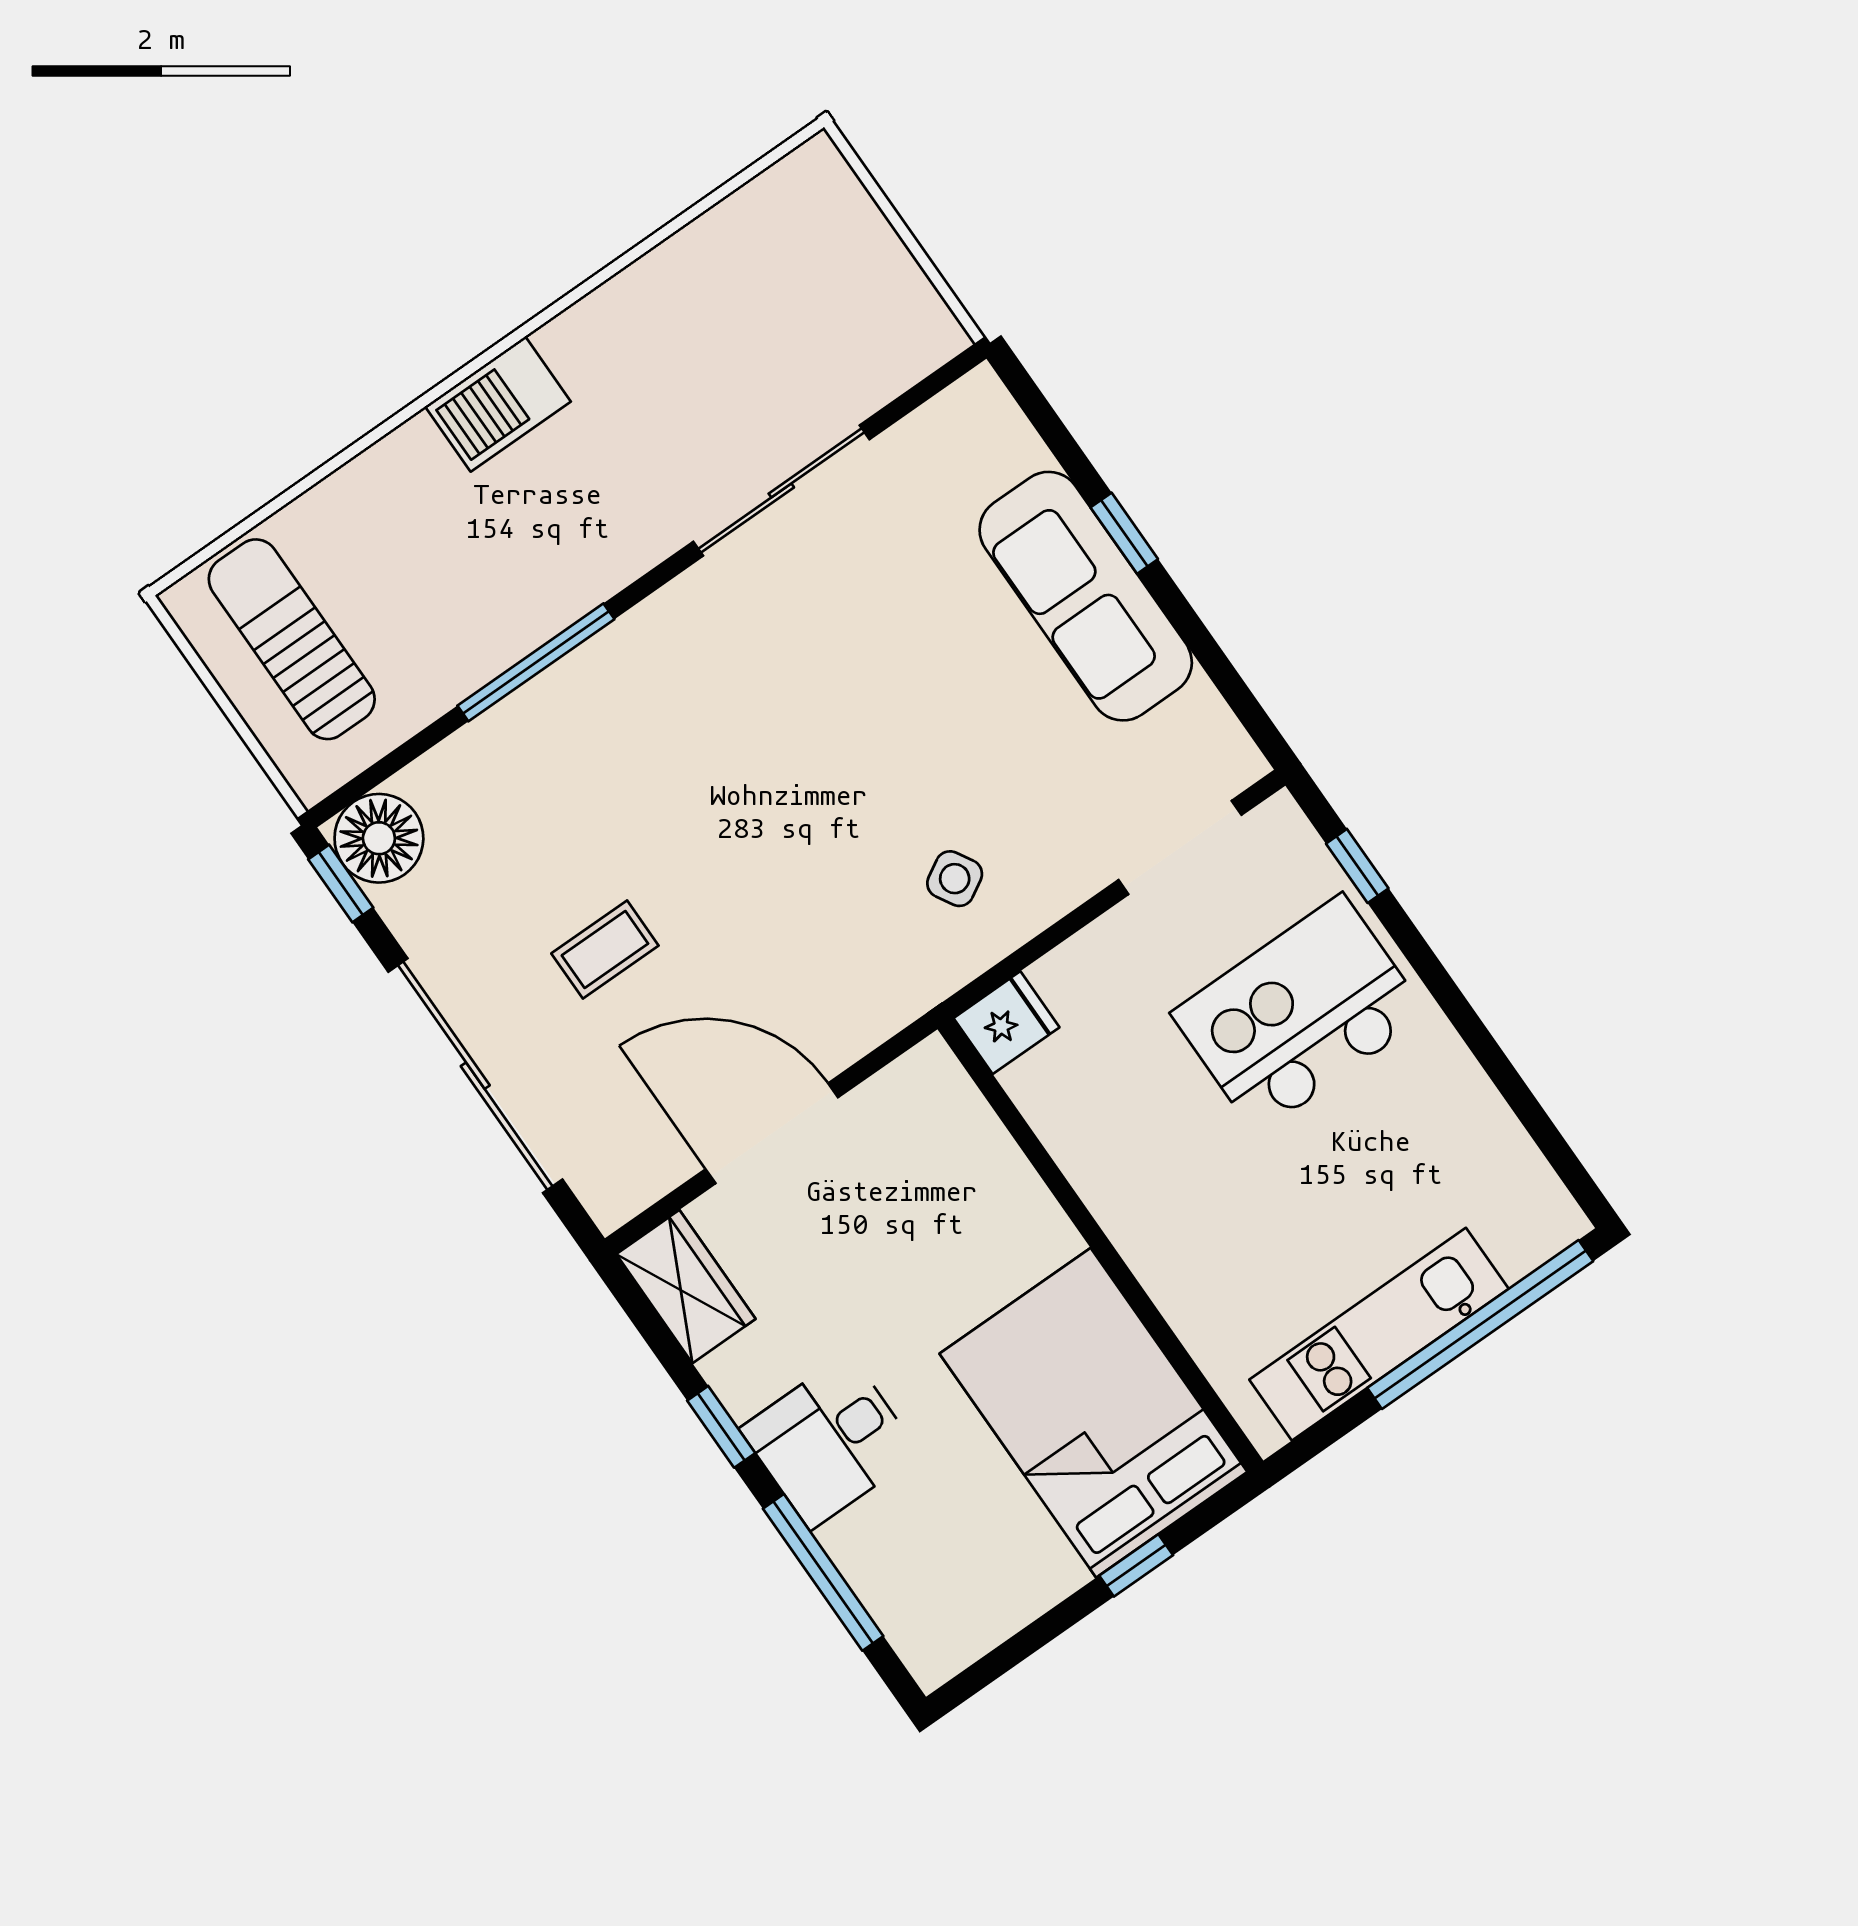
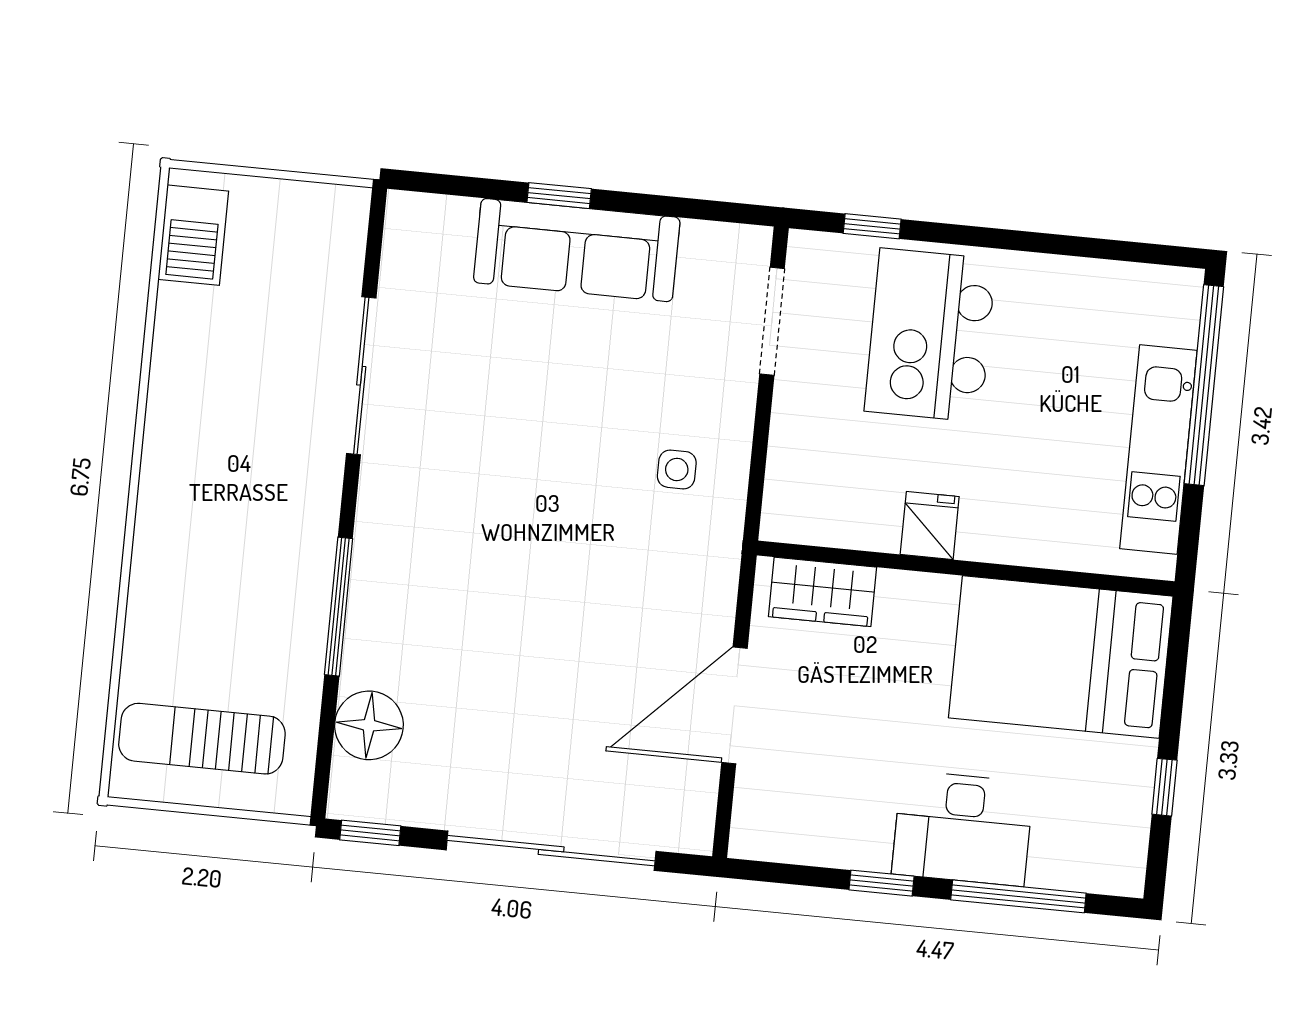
barbecue: (498, 404) -> (193, 235), moved
floor lamp: (379, 838) -> (369, 725), moved
side table: (955, 879) -> (677, 469), turned 30
coffee table: (605, 950) -> (542, 711), removed
fridge: (1006, 1023) -> (930, 526), moved
wardrobe: (686, 1287) -> (822, 592), moved, turned 180
desk: (830, 1441) -> (963, 828), width x1.37
window: (1136, 1565) -> (1164, 787), moved

